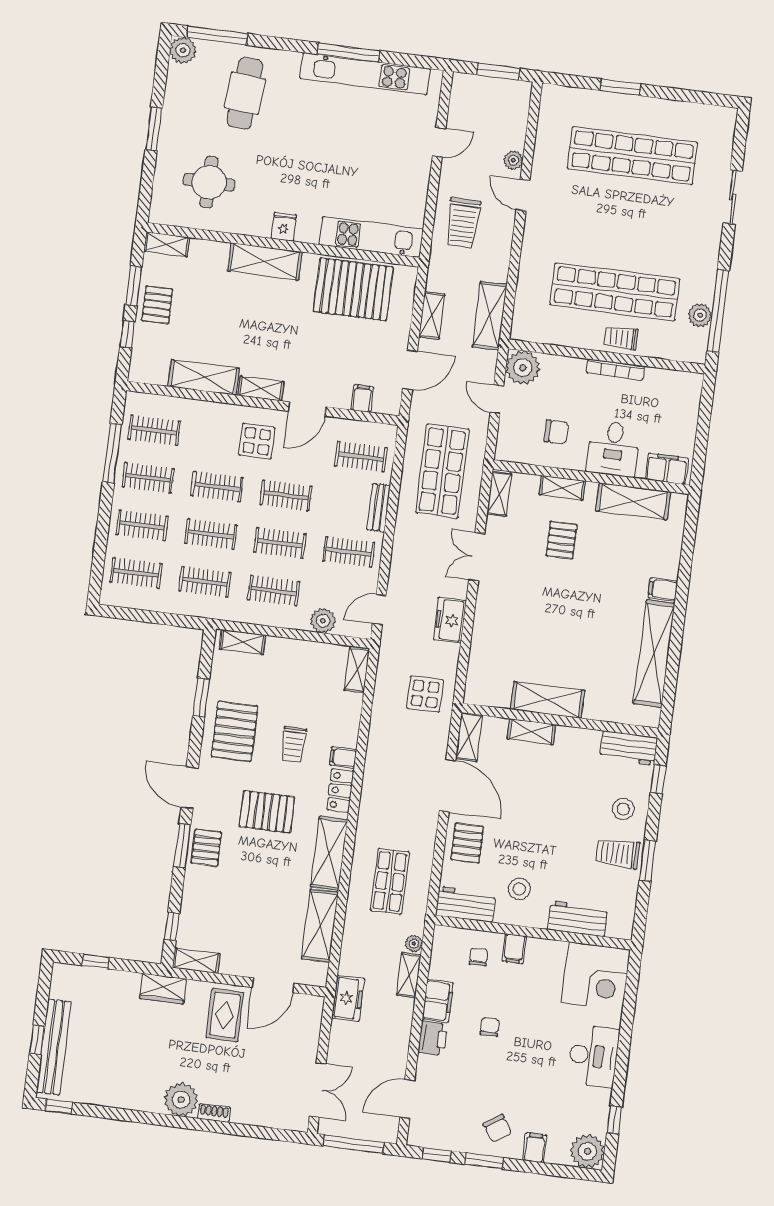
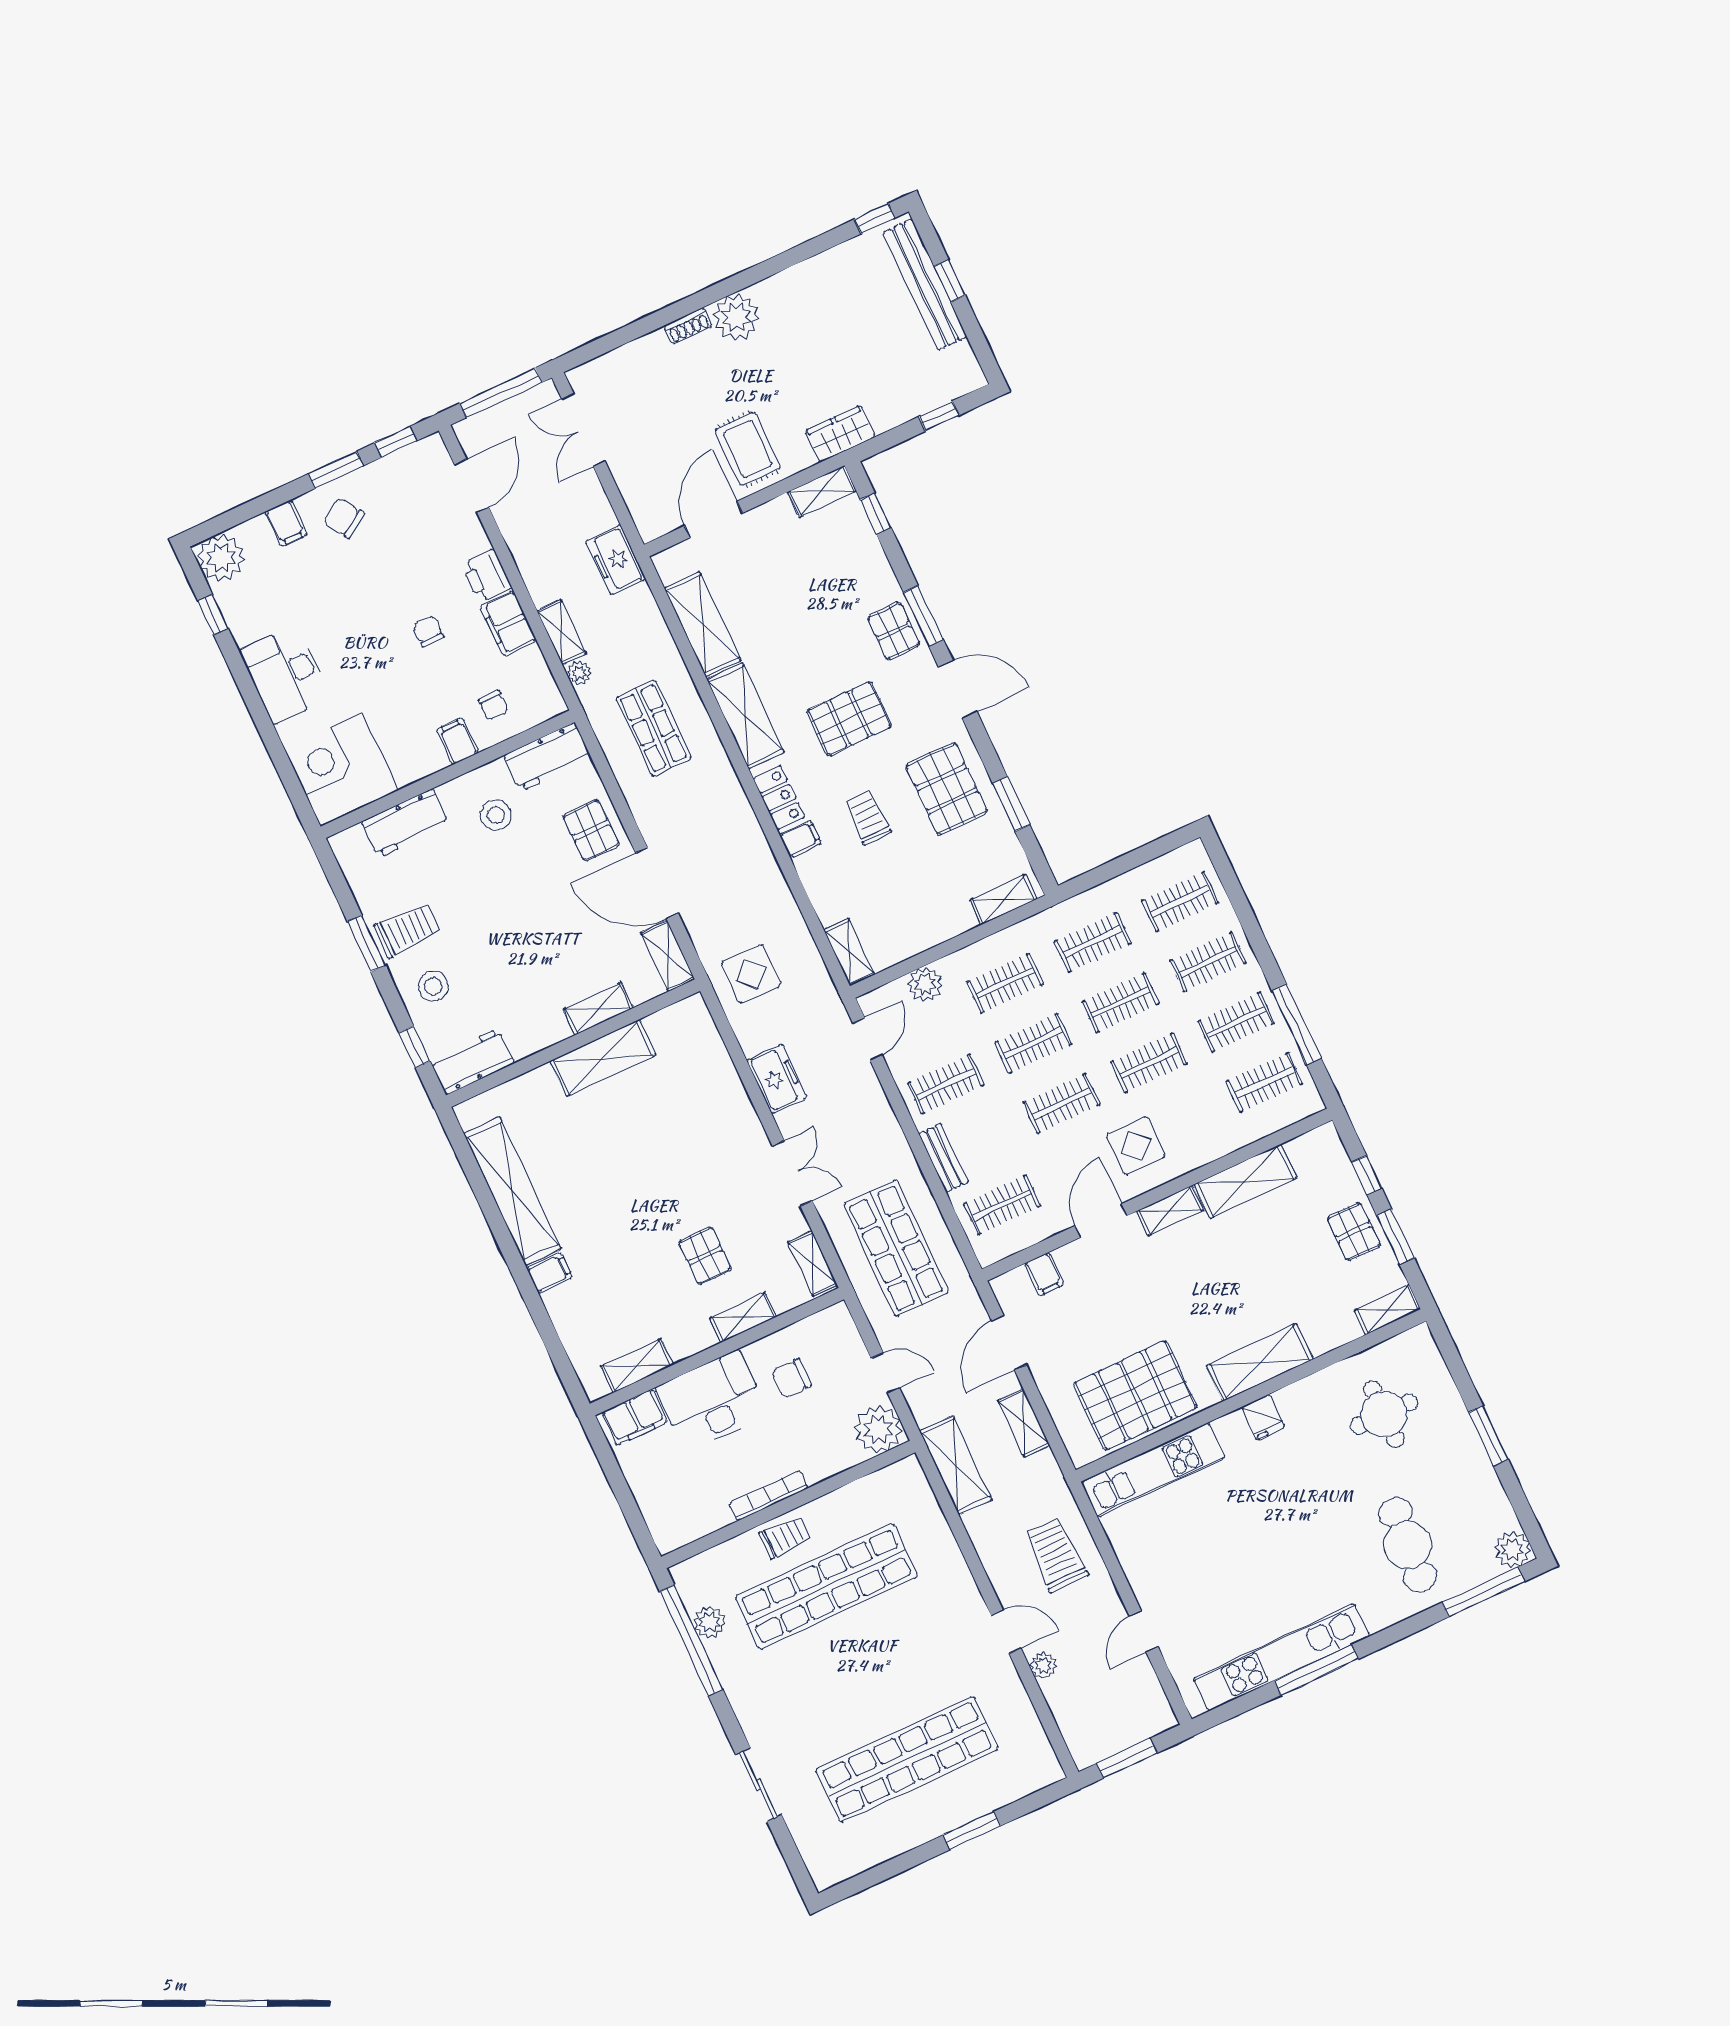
desk: (613, 449) -> (712, 1401), width x1.37
shelving: (633, 501) -> (637, 1366), width x0.67, depth x0.75
chair: (490, 1027) -> (428, 631), turned 180

